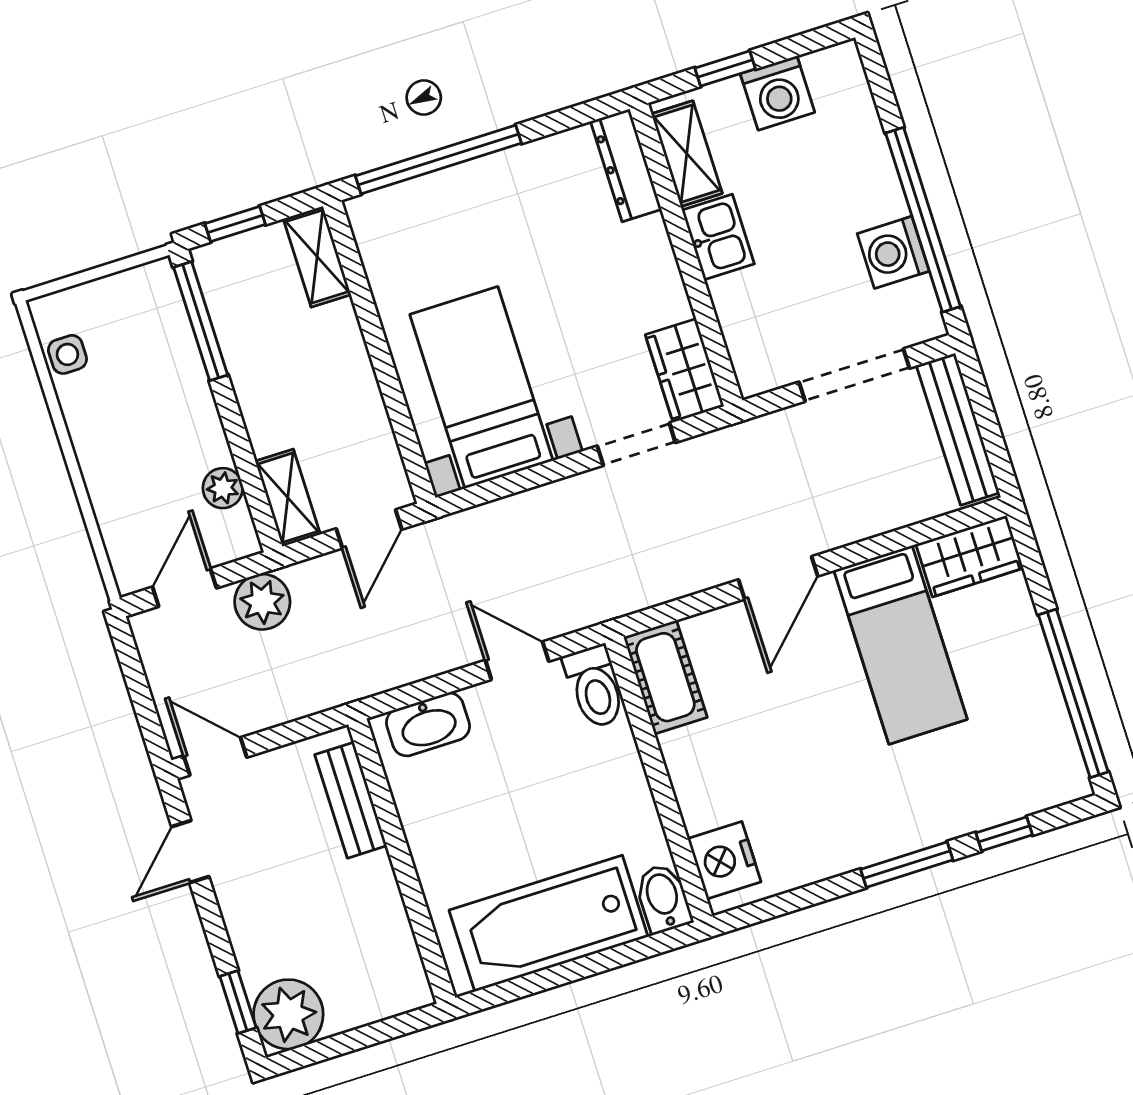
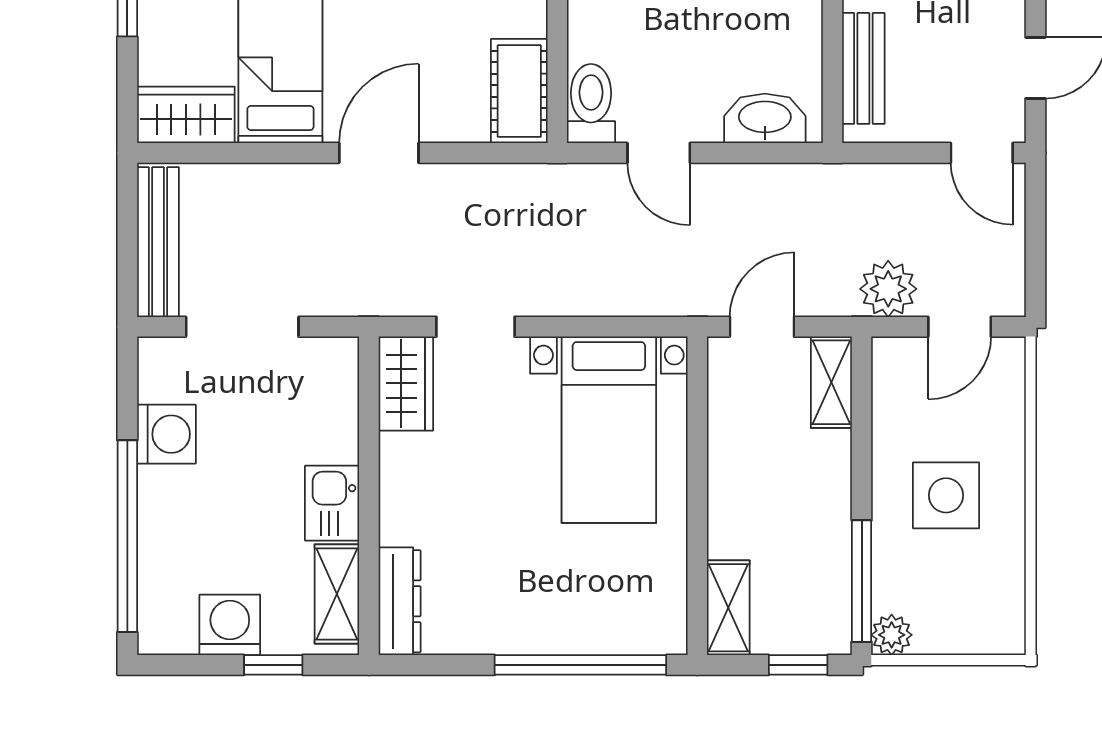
window: (923, 220) -> (127, 536), moved
side table: (67, 354) -> (946, 495), moved, width x1.87, depth x1.87
plant: (223, 488) -> (892, 635), moved

